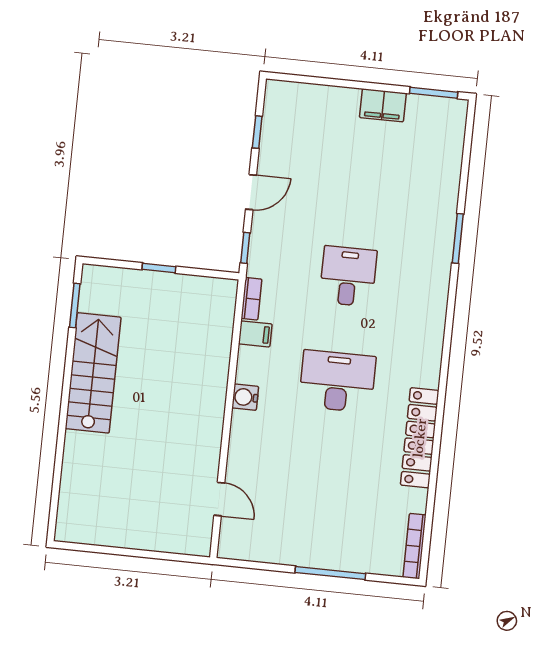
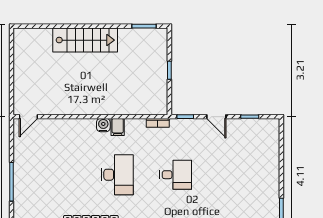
filing cabinet: (383, 105) -> (271, 184), removed
filing cabinet: (255, 334) -> (118, 127), moved
stairs: (93, 373) -> (85, 40), moved
door: (219, 499) -> (28, 117), moved

